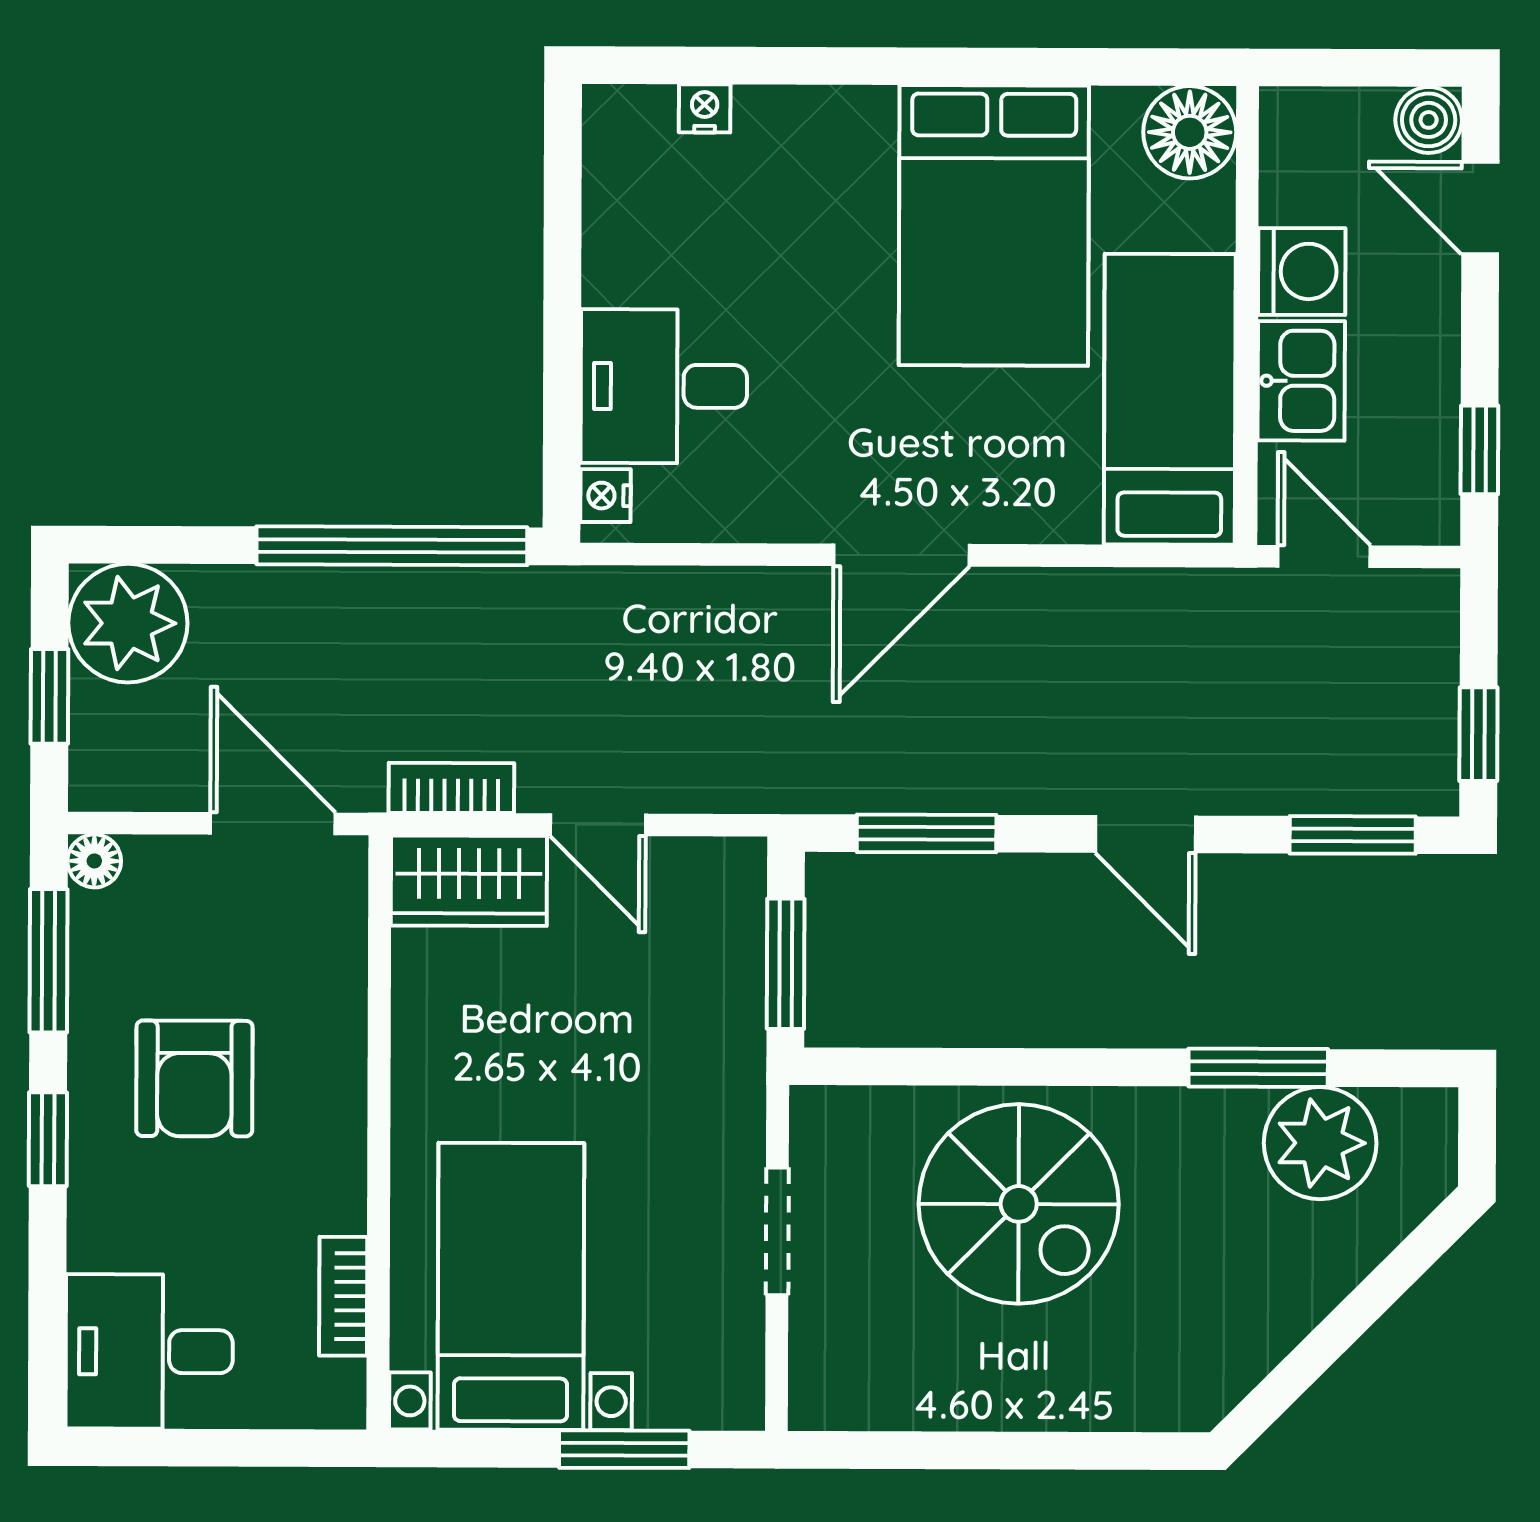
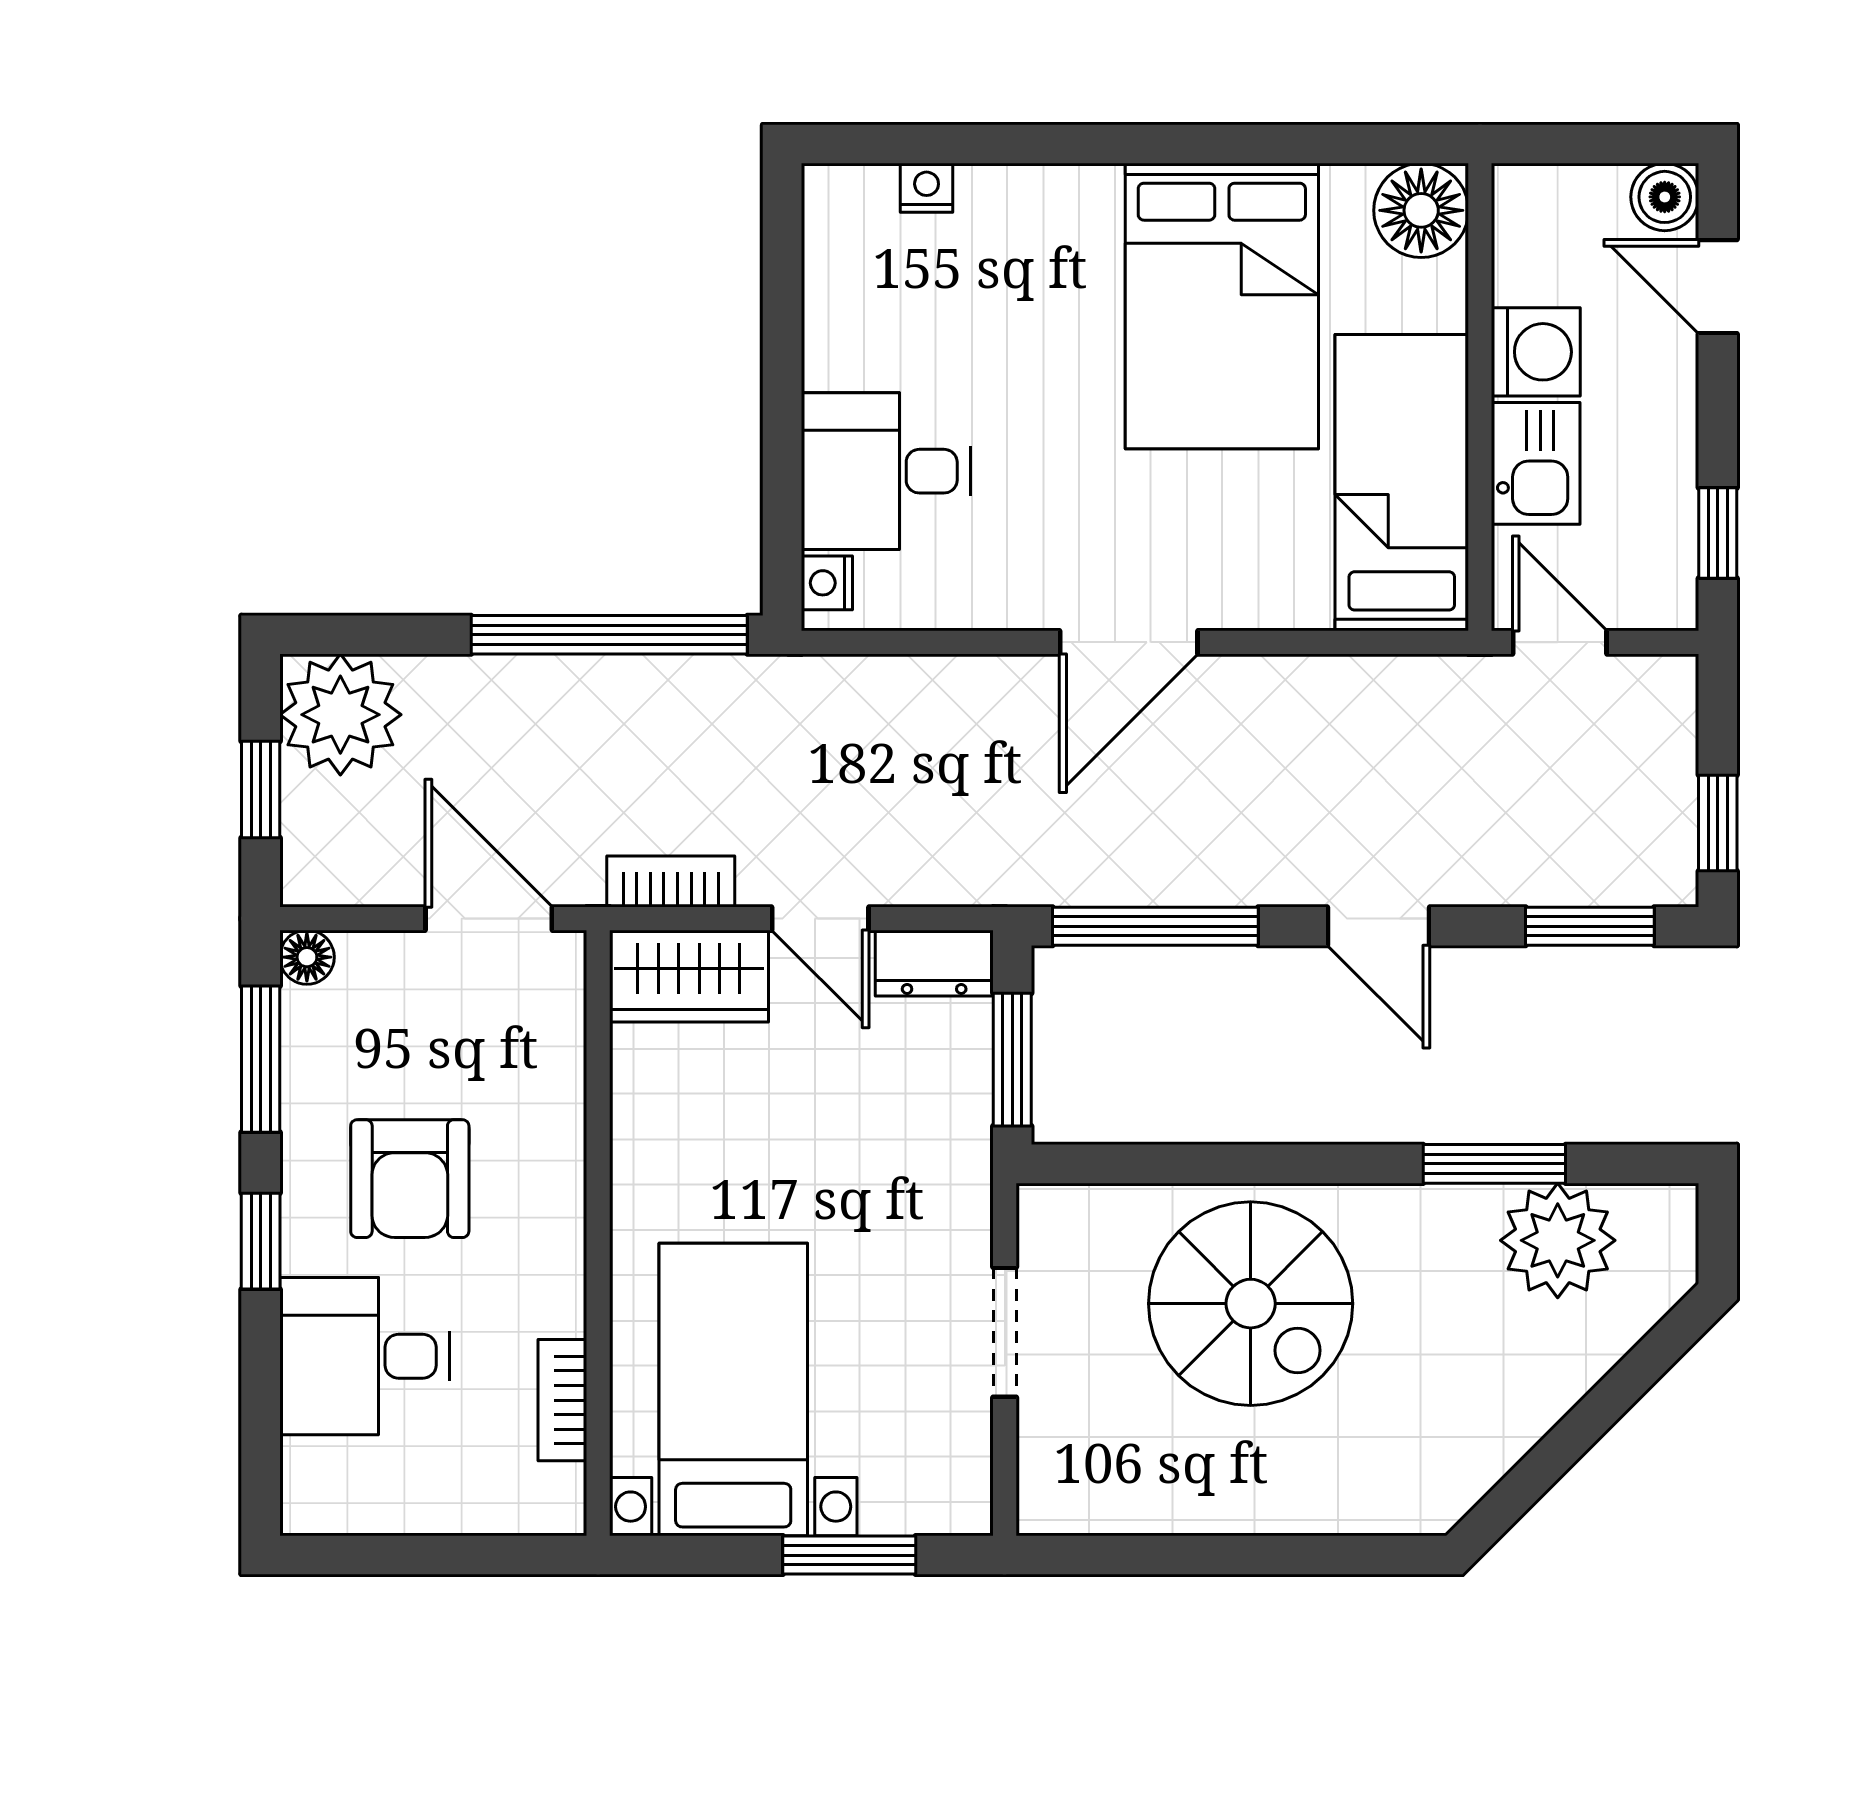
window: (927, 833) -> (1155, 926), width x1.44
dresser: (709, 869) -> (934, 963), added
desk: (149, 1351) -> (365, 1356), moved

